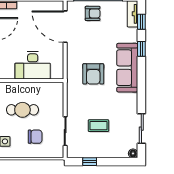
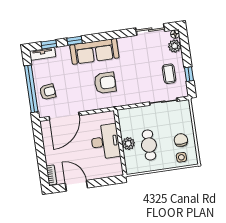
armchair: (93, 13) -> (48, 92), turned 84
plant: (27, 89) -> (128, 144), added
coffee table: (98, 126) -> (169, 74), moved
chair: (35, 137) -> (181, 140), moved
plant: (121, 151) -> (175, 46), added

